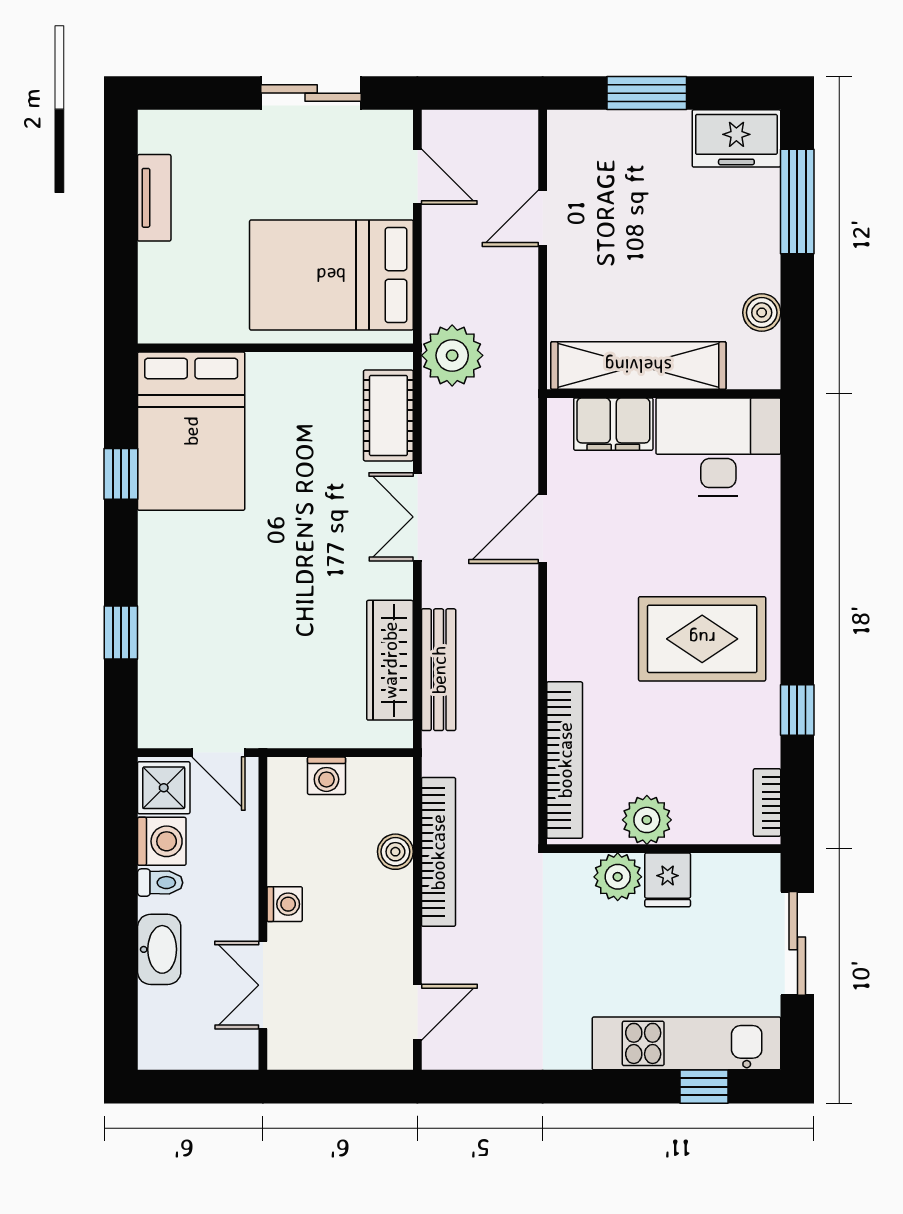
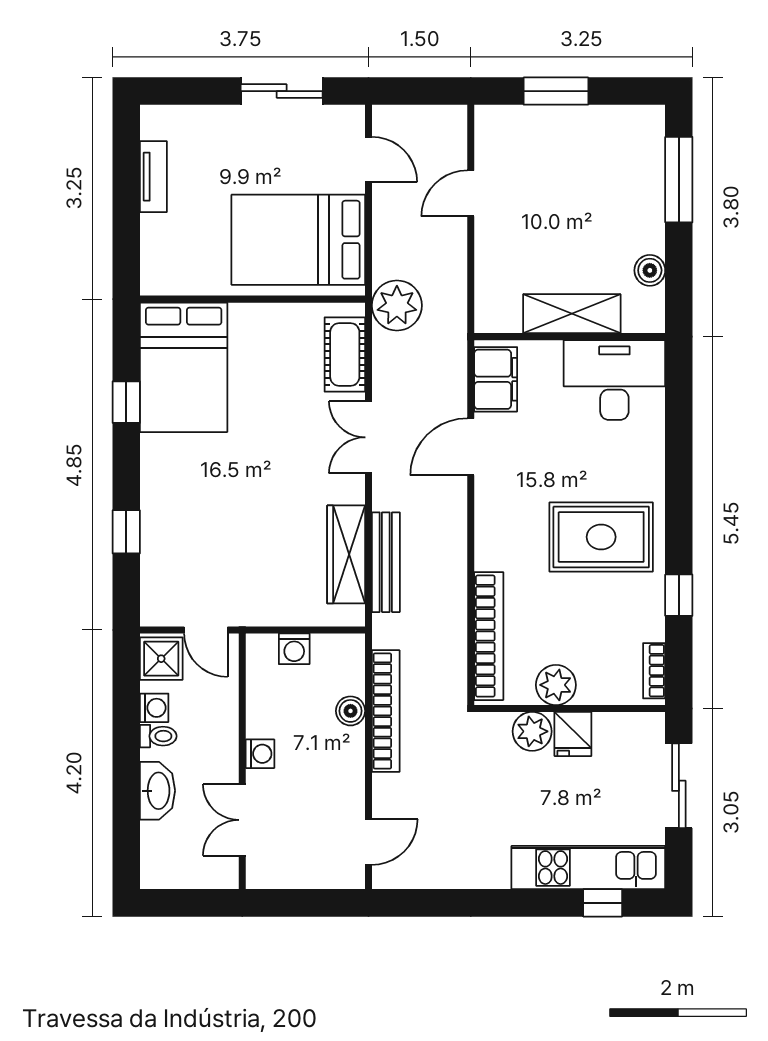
freezer: (736, 138) -> (629, 128), removed
shelving: (638, 366) -> (572, 314), width x0.68
filing cabinet: (613, 424) -> (496, 379), moved, turned -90
washing machine: (162, 841) -> (154, 708), width x0.73, depth x0.73

